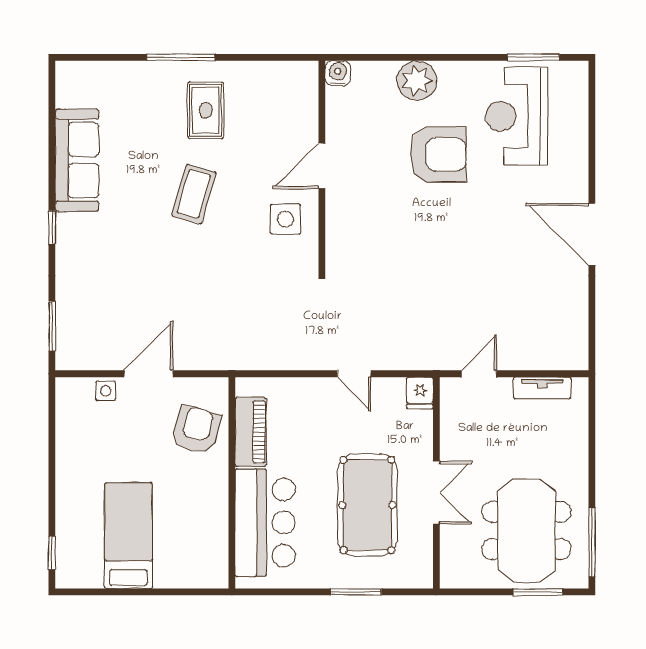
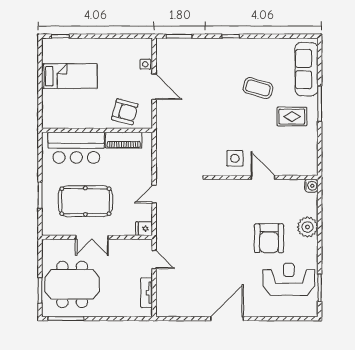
sofa: (77, 160) -> (306, 69), moved, turned 90
coffee table: (194, 194) -> (258, 88), moved

